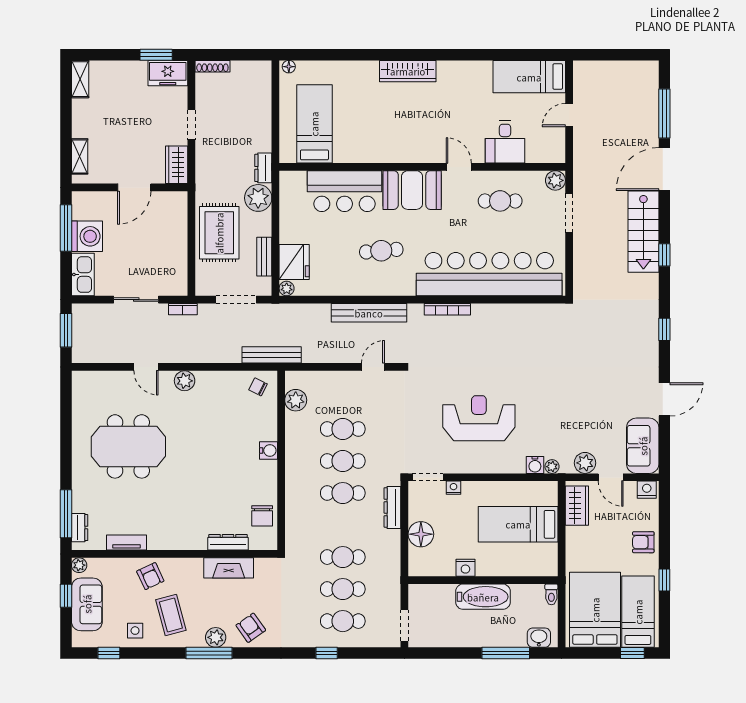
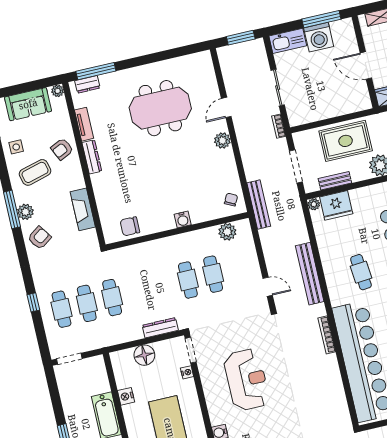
meeting table: (128, 446) -> (160, 108), turned 90
cafe table: (343, 493) -> (163, 286), removed
dresser: (228, 542) -> (92, 157), moved
window: (66, 596) -> (31, 86), removed

